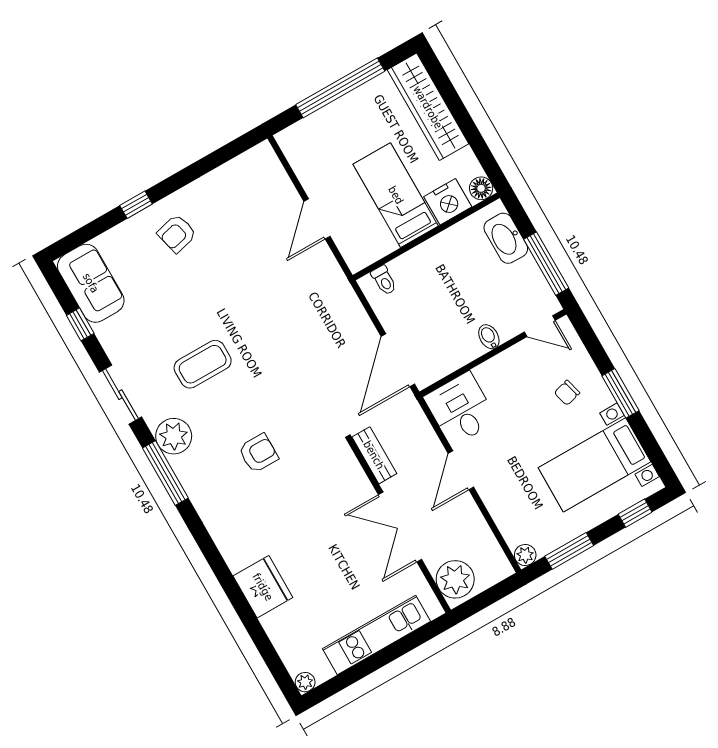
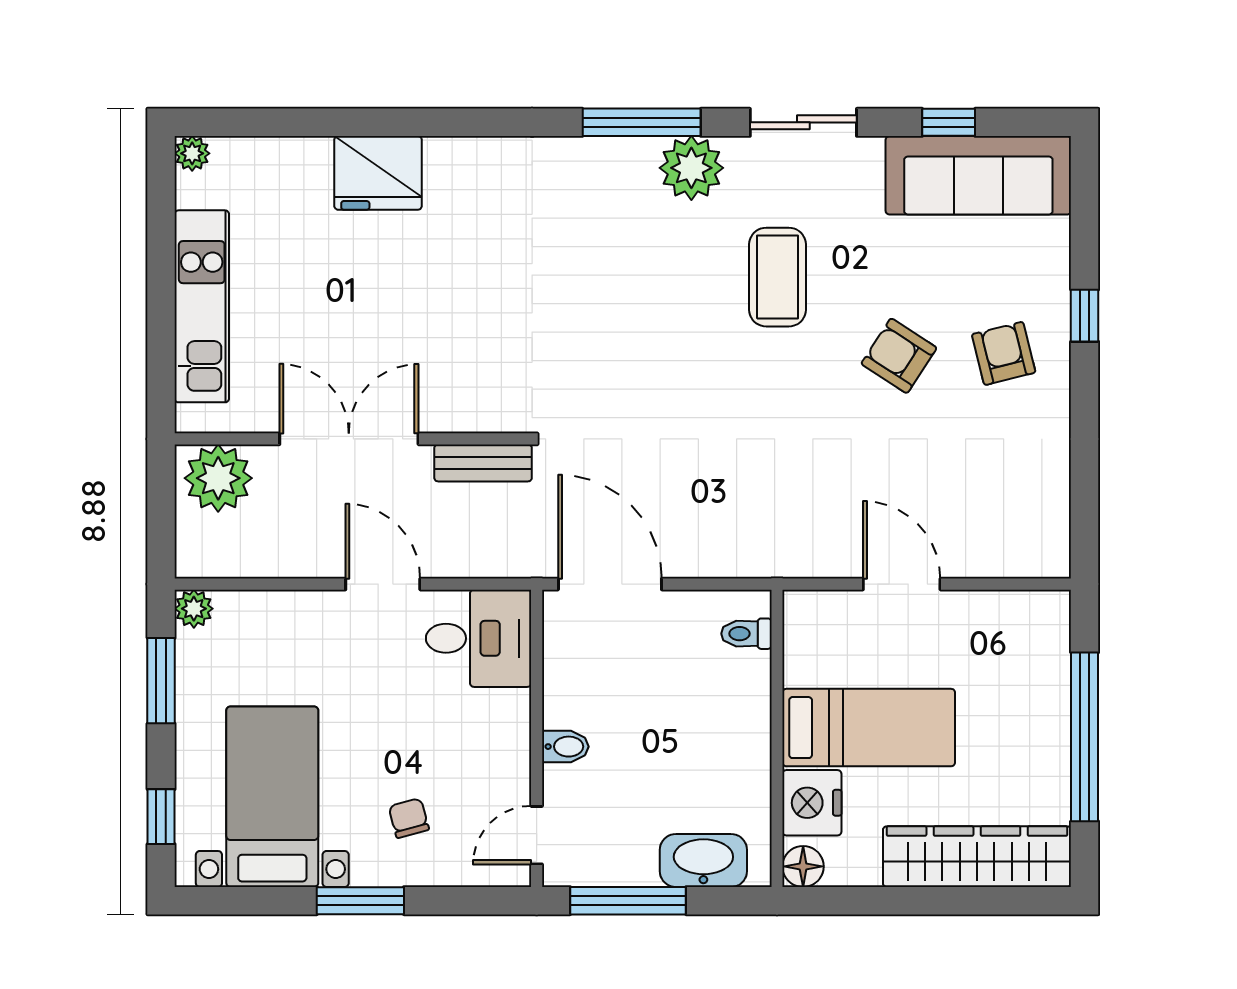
sofa: (91, 283) -> (978, 175), width x1.36
armchair: (258, 453) -> (899, 356), moved, turned 123

